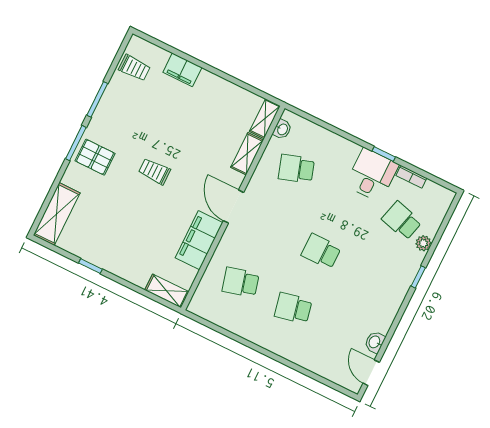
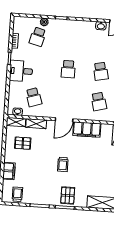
pallet: (222, 115) -> (23, 143), added
desk: (372, 175) -> (21, 71), moved

